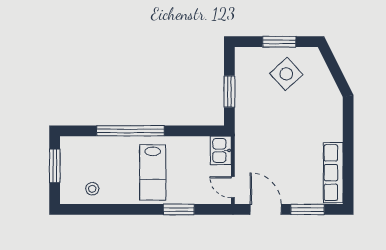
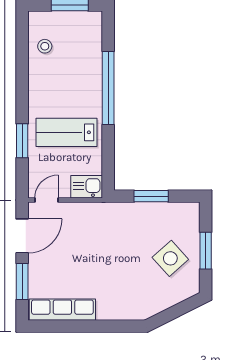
lab bench: (153, 172) -> (66, 132), moved

